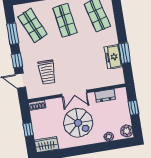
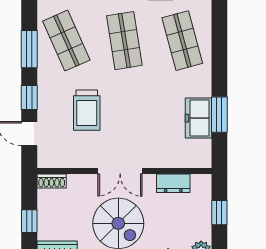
trolley: (47, 72) -> (87, 110), moved

